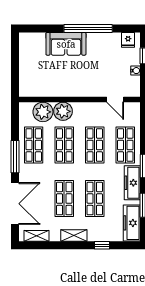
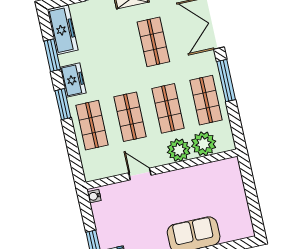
water cooler: (136, 71) -> (94, 196), moved
door: (115, 99) -> (140, 174), moved
freezer: (132, 183) -> (73, 80), width x0.71
shop shelf: (95, 199) -> (115, 50), removed

